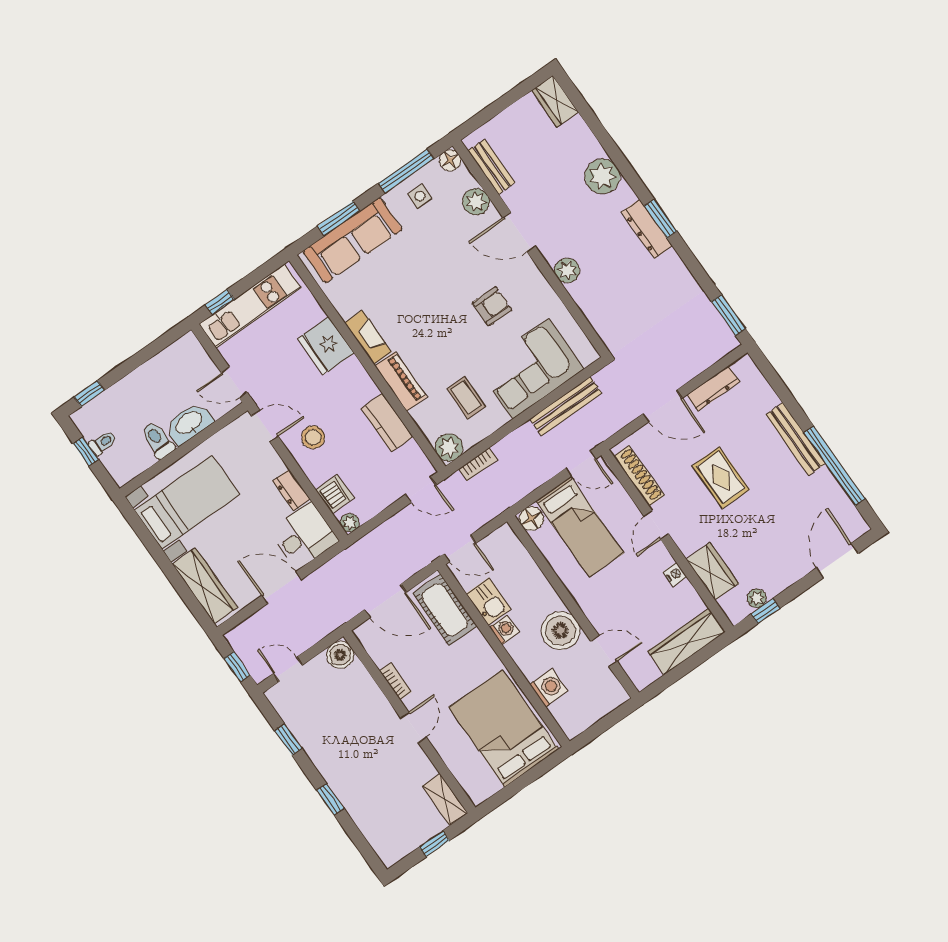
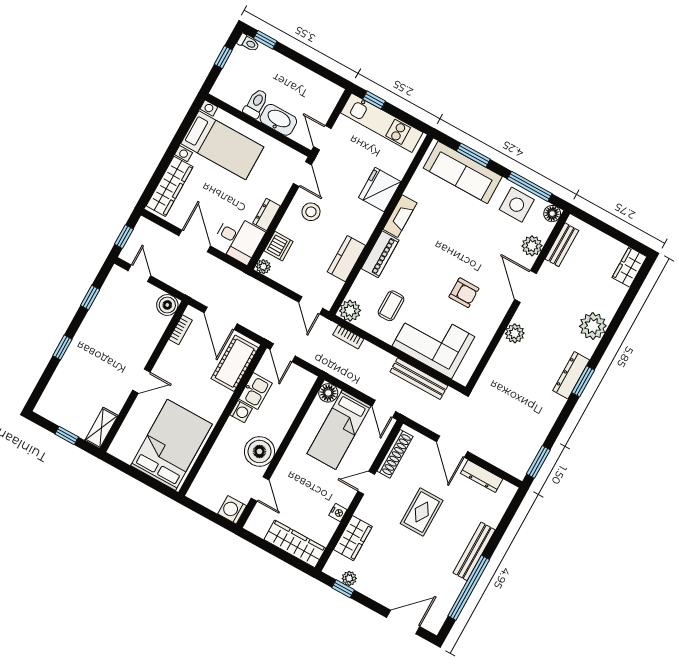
side table: (420, 196) -> (517, 205), width x1.87, depth x1.87
toilet: (103, 443) -> (248, 43), moved
bookcase: (396, 681) -> (181, 330), moved
washing machine: (549, 688) -> (232, 510), moved, turned 180

